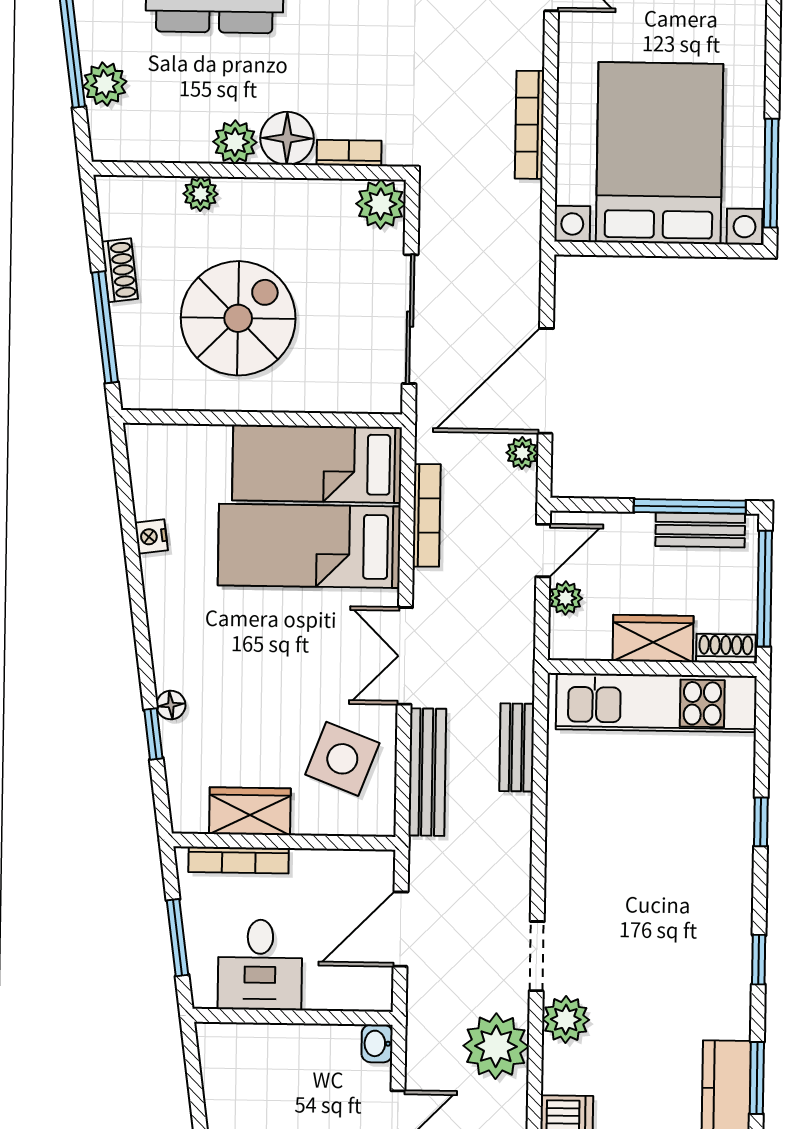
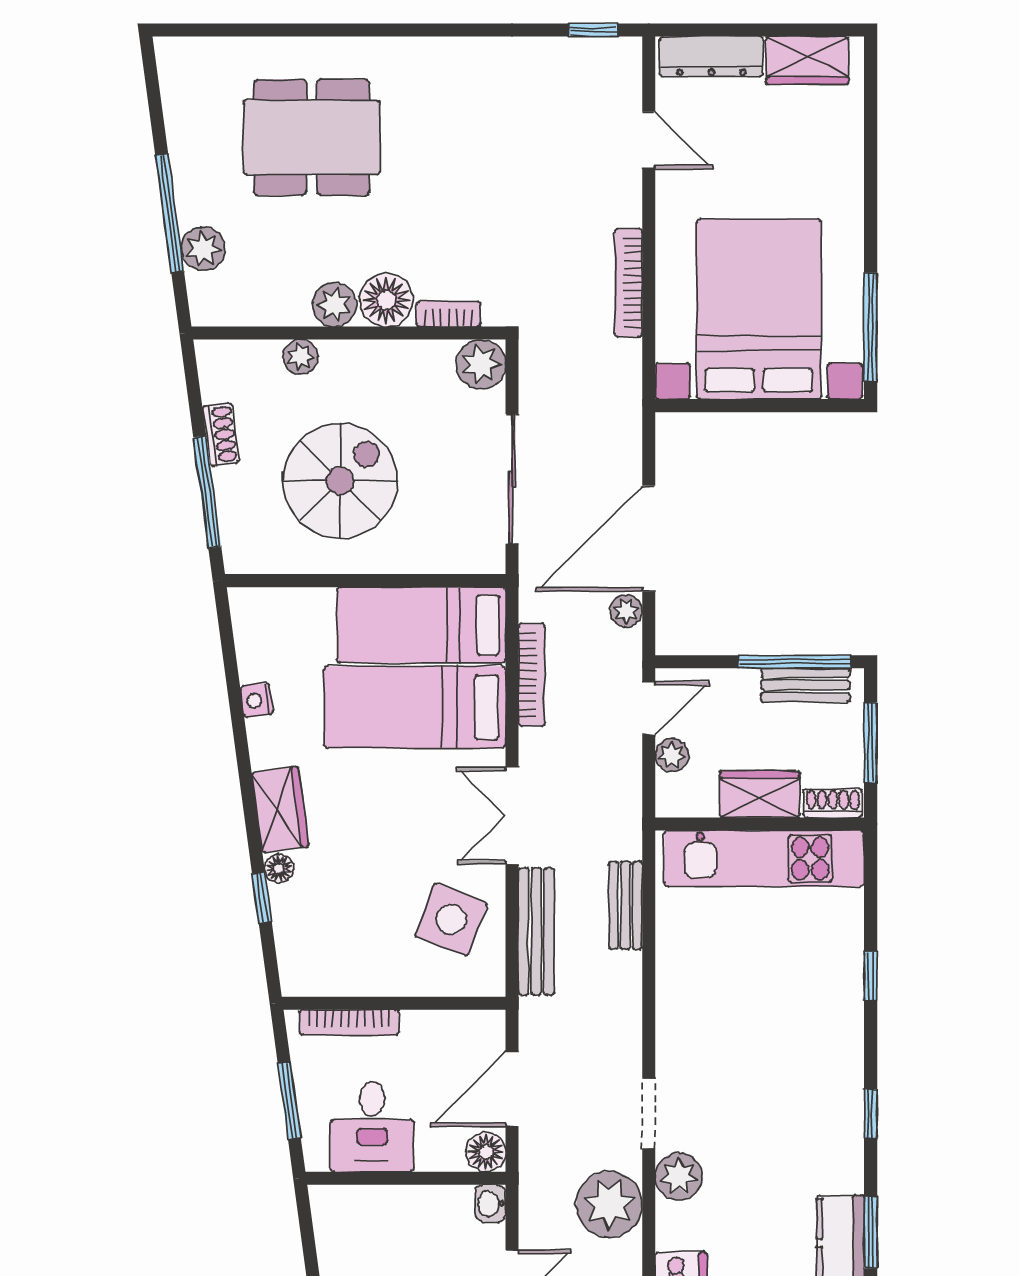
window: (765, 589) -> (871, 743), width x0.69
wardrobe: (250, 811) -> (280, 810), moved, turned 82
floor lamp: (373, 992) -> (486, 1152), added

